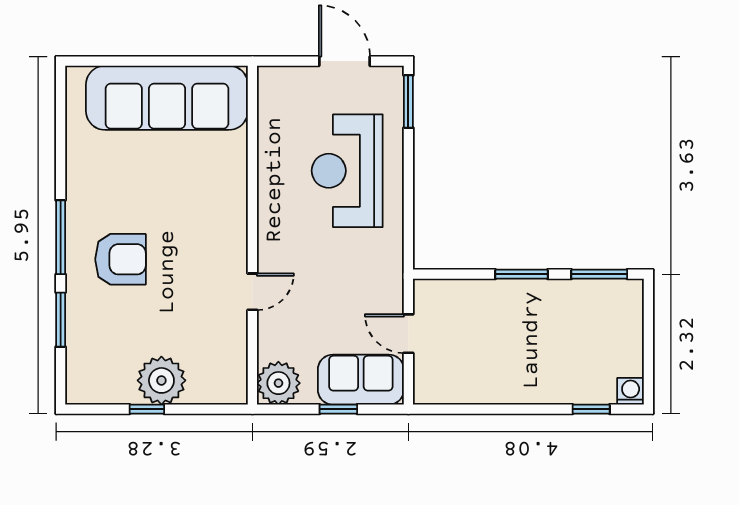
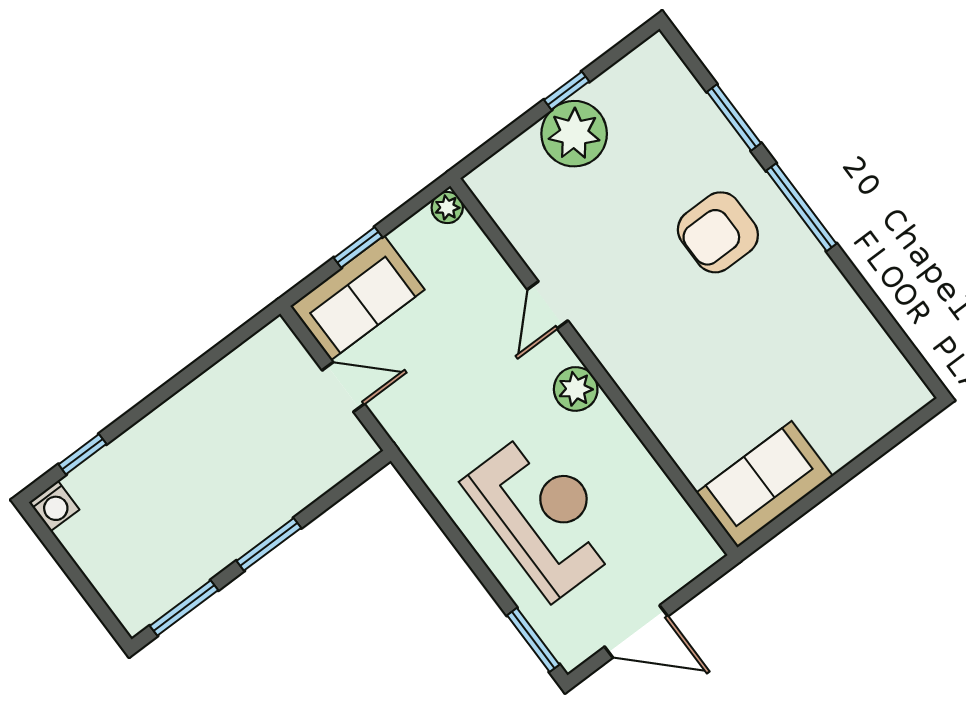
sofa: (167, 98) -> (765, 484), width x0.54, depth x0.79
plant: (273, 230) -> (576, 389), added
plant: (278, 383) -> (447, 208), width x0.53, depth x0.53

